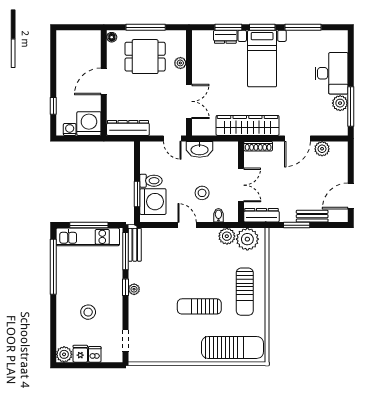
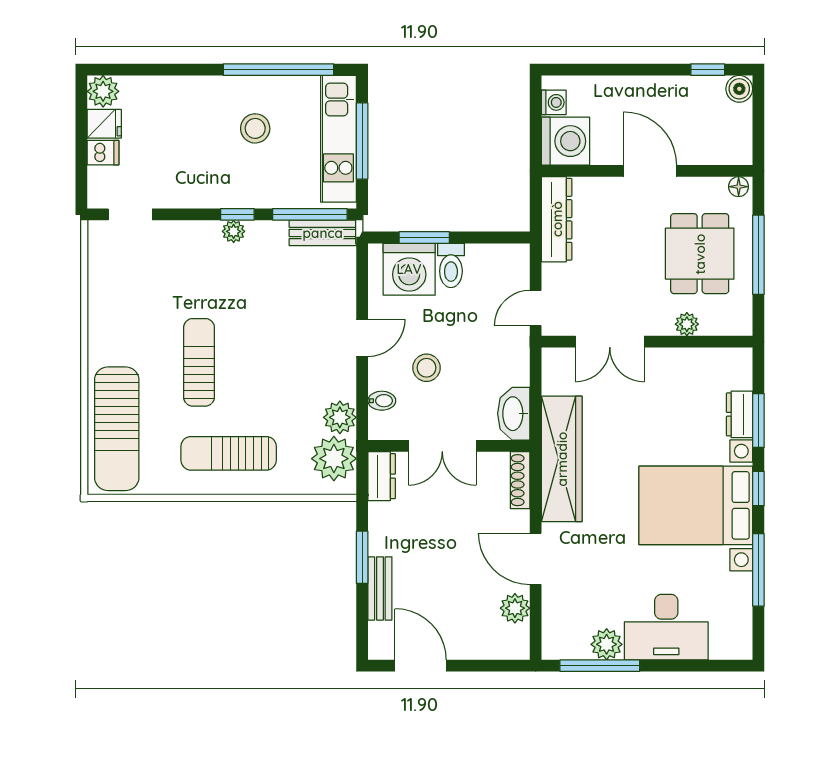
window: (262, 27) -> (758, 489), width x0.67
boiler: (63, 37) -> (739, 89), added
bed with nightstands: (262, 59) -> (696, 505), width x1.36
window: (53, 106) -> (708, 70), moved
washbasin: (200, 149) -> (514, 414), moved
dresser: (261, 215) -> (382, 476), width x0.70
stool: (88, 312) -> (255, 128), moved

